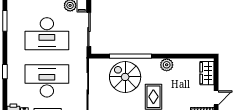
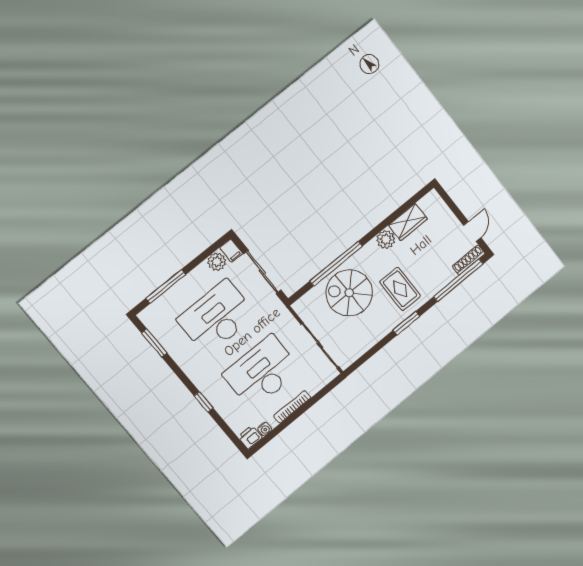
desk: (47, 34) -> (217, 317), turned 180
wardrobe: (207, 73) -> (408, 222), moved, turned -90

